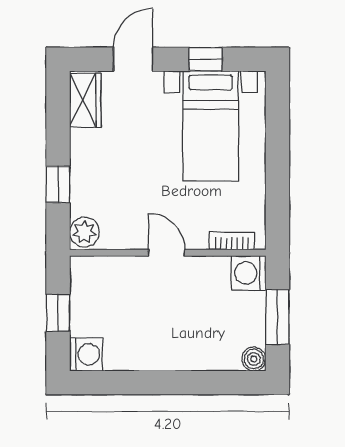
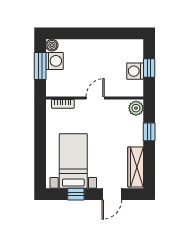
wardrobe: (85, 100) -> (136, 167), width x1.50
door: (167, 253) -> (95, 98), swing flipped
washing machine: (249, 273) -> (54, 61), moved
washing machine: (86, 354) -> (135, 71), moved

